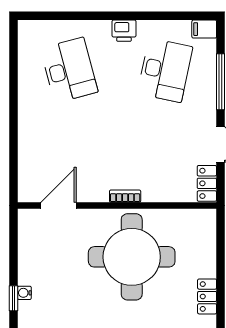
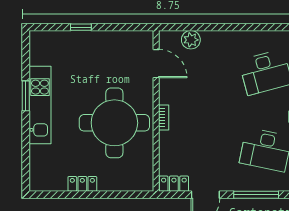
plant: (29, 162) -> (191, 40), added
water cooler: (24, 293) -> (85, 36), removed

